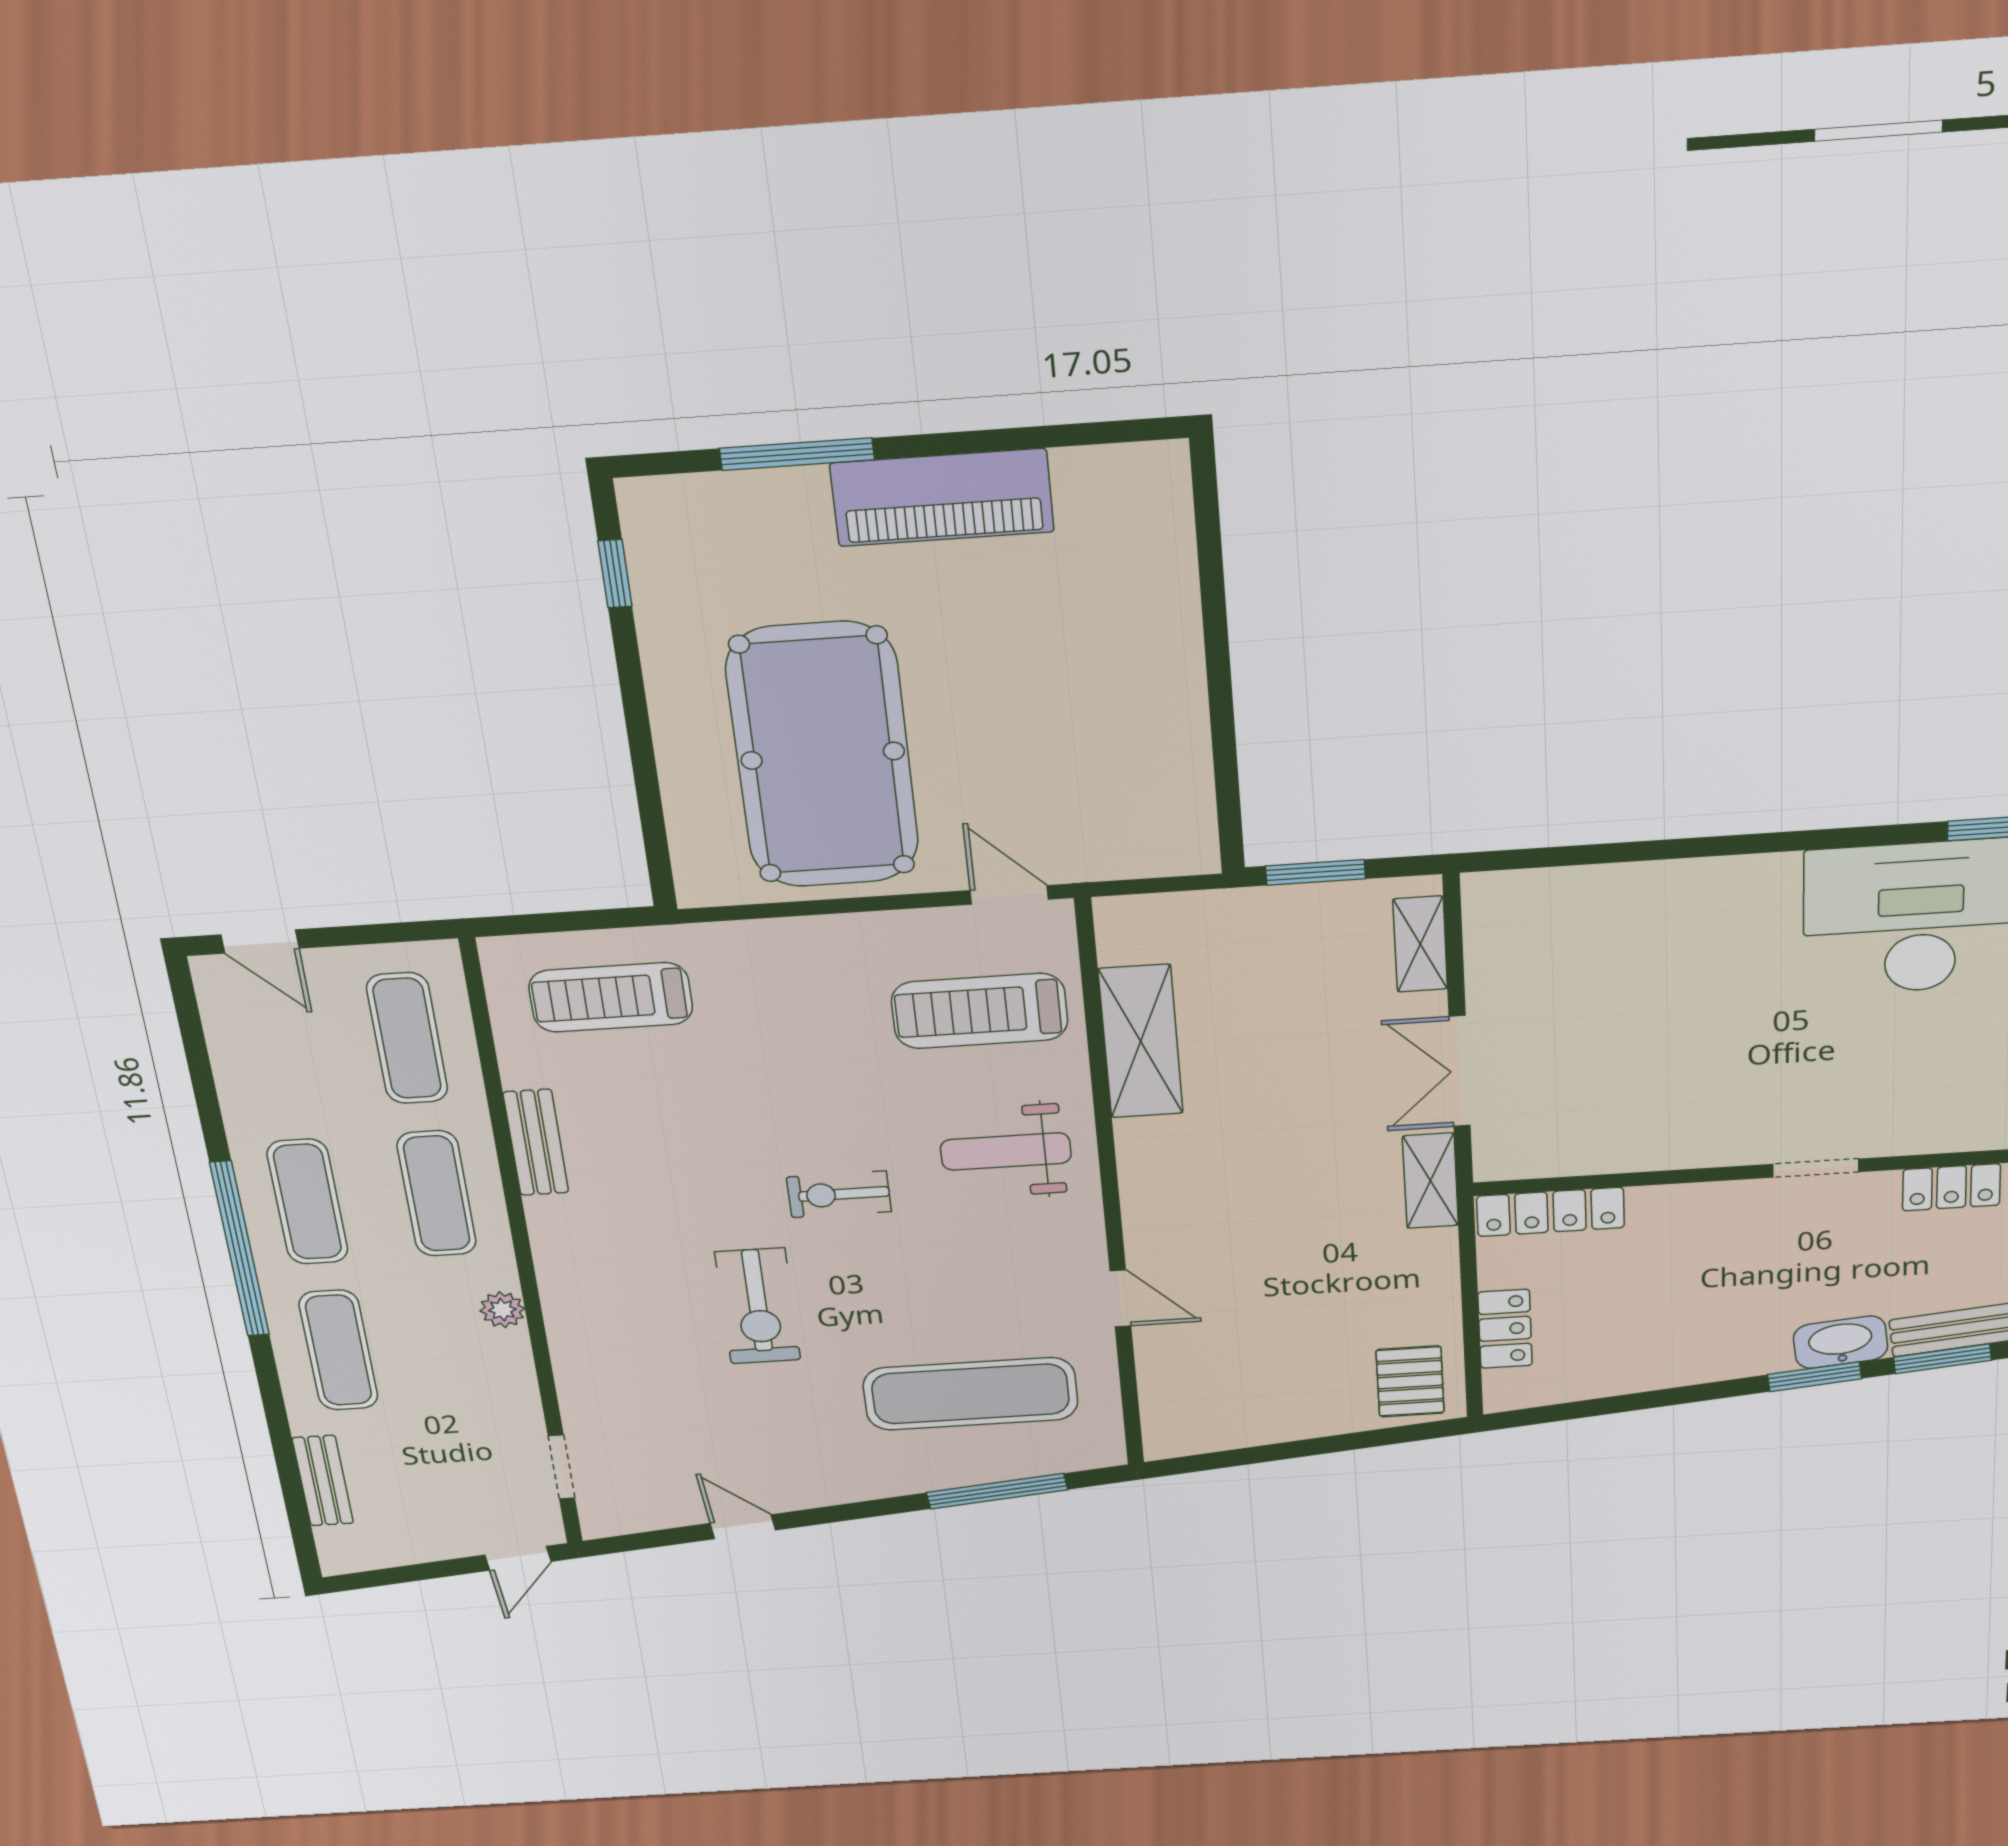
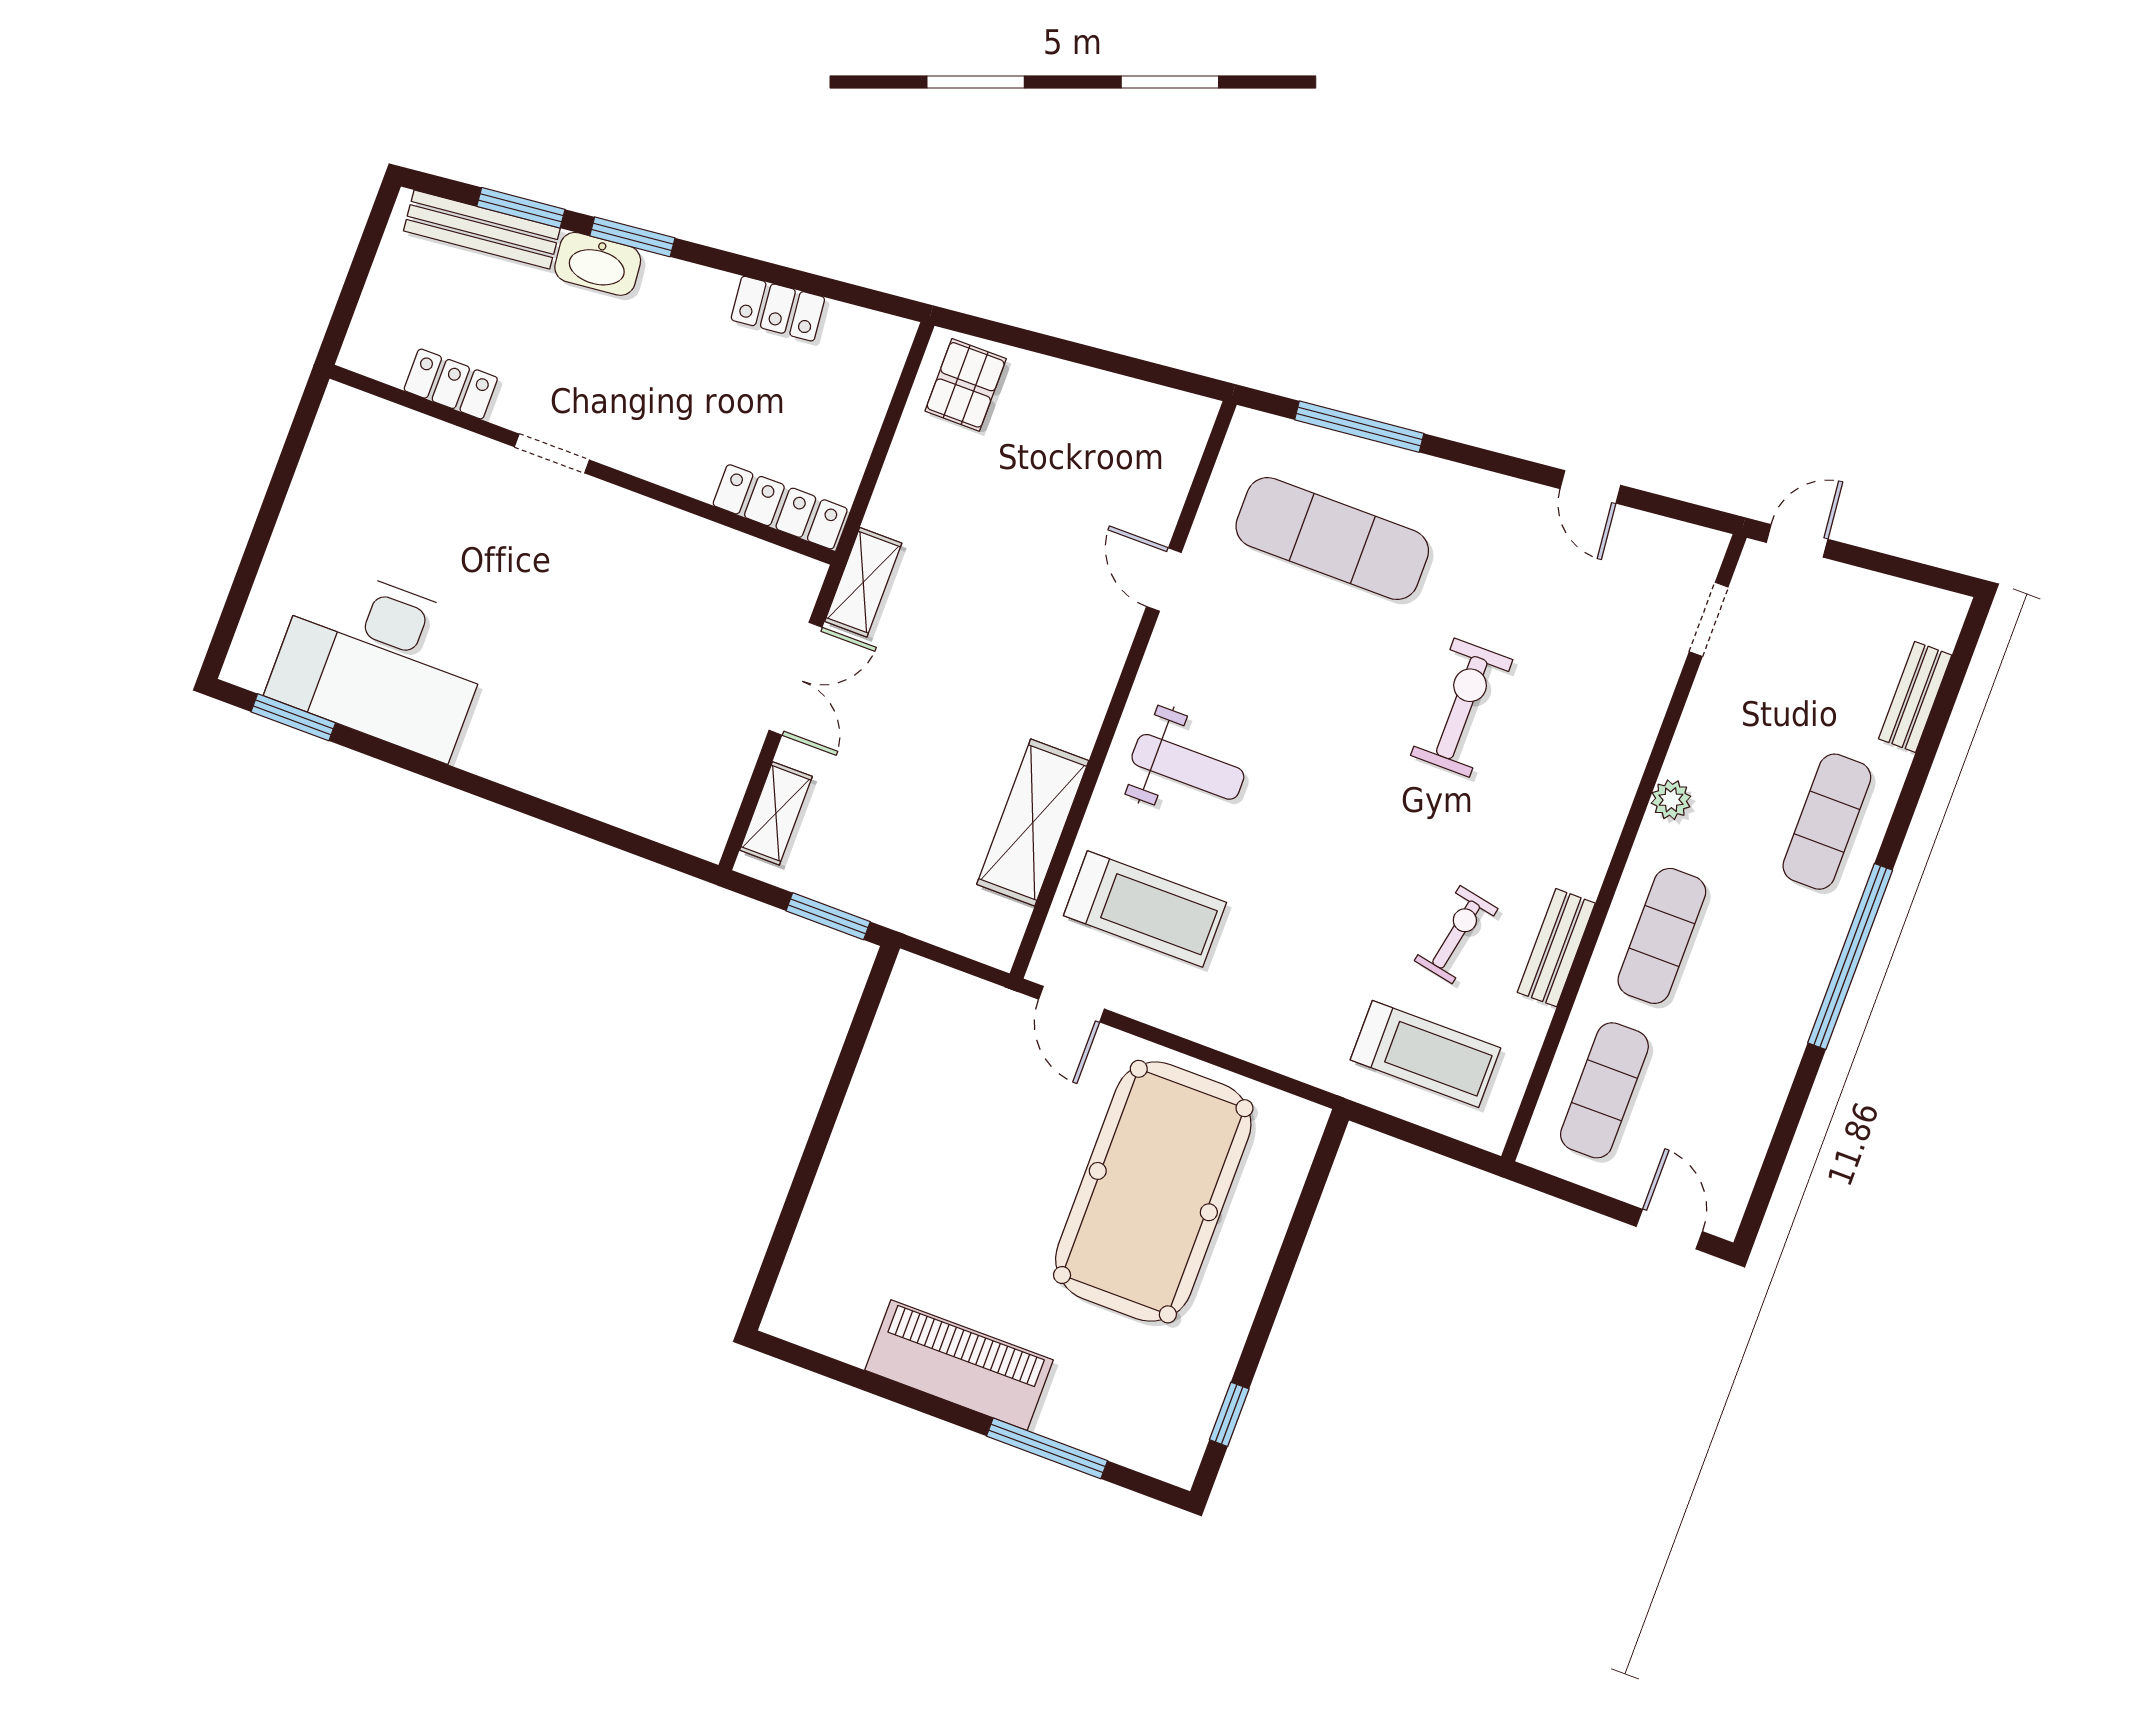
exercise bike: (839, 1194) -> (1456, 935), moved, turned -79
exercise mat: (308, 1202) -> (1769, 976), removed
locker: (1505, 1329) -> (778, 309), moved, turned -96

